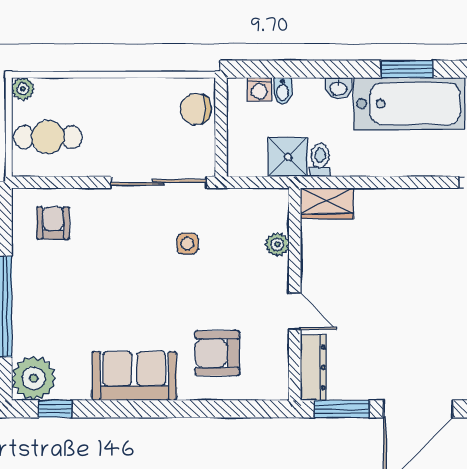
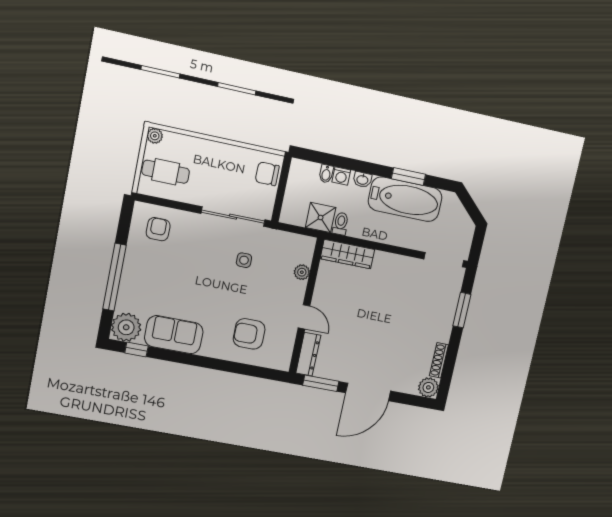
washing machine: (259, 89) -> (341, 176), moved
wardrobe: (327, 203) -> (347, 254), width x1.50
sofa: (134, 376) -> (174, 335), moved

